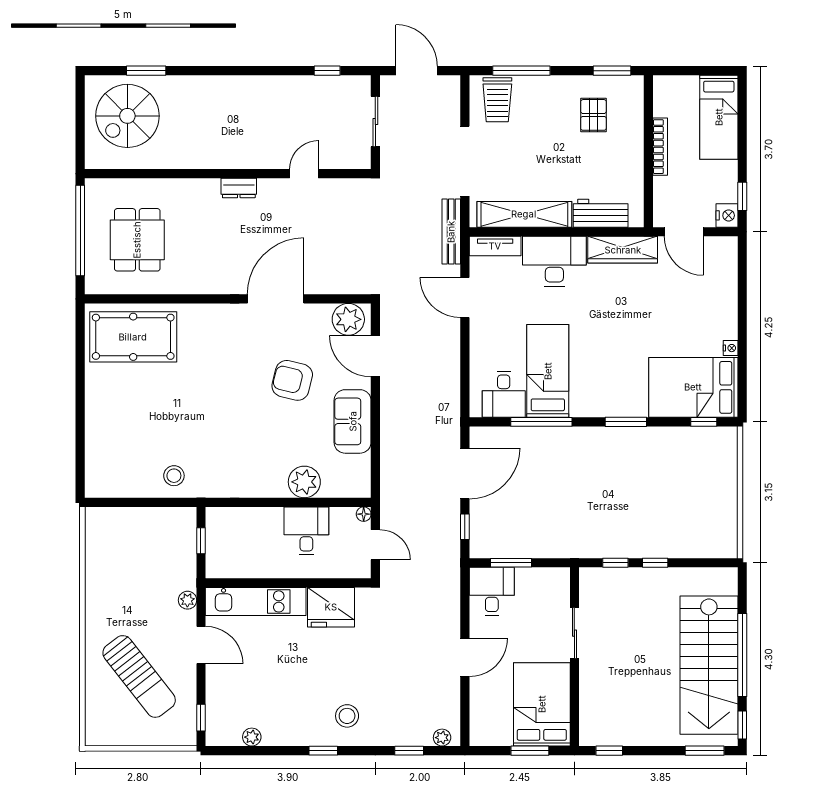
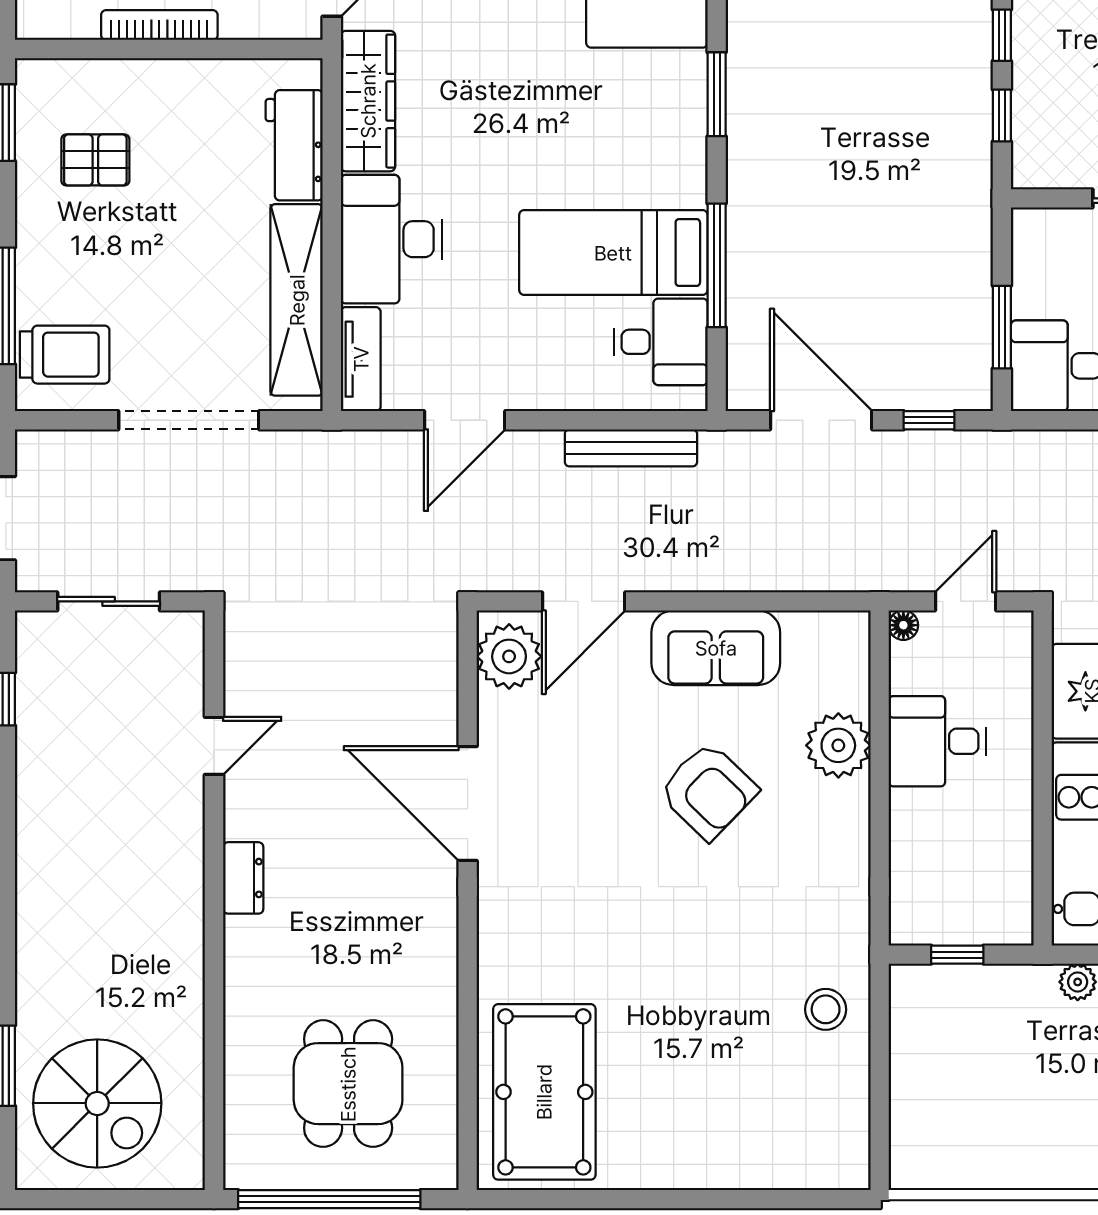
door: (304, 174) -> (214, 746), swing flipped
bench: (451, 232) -> (631, 448), moved
dining table: (137, 240) -> (348, 1084), turned 90
armchair: (292, 380) -> (708, 791), moved, turned -60

